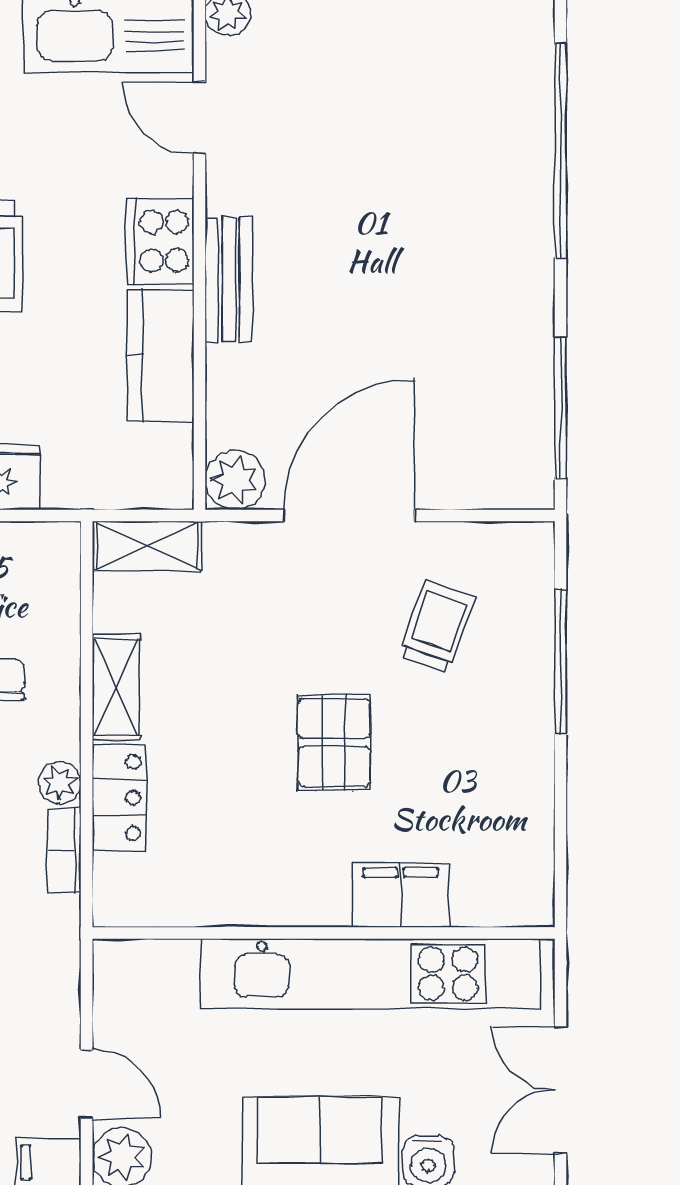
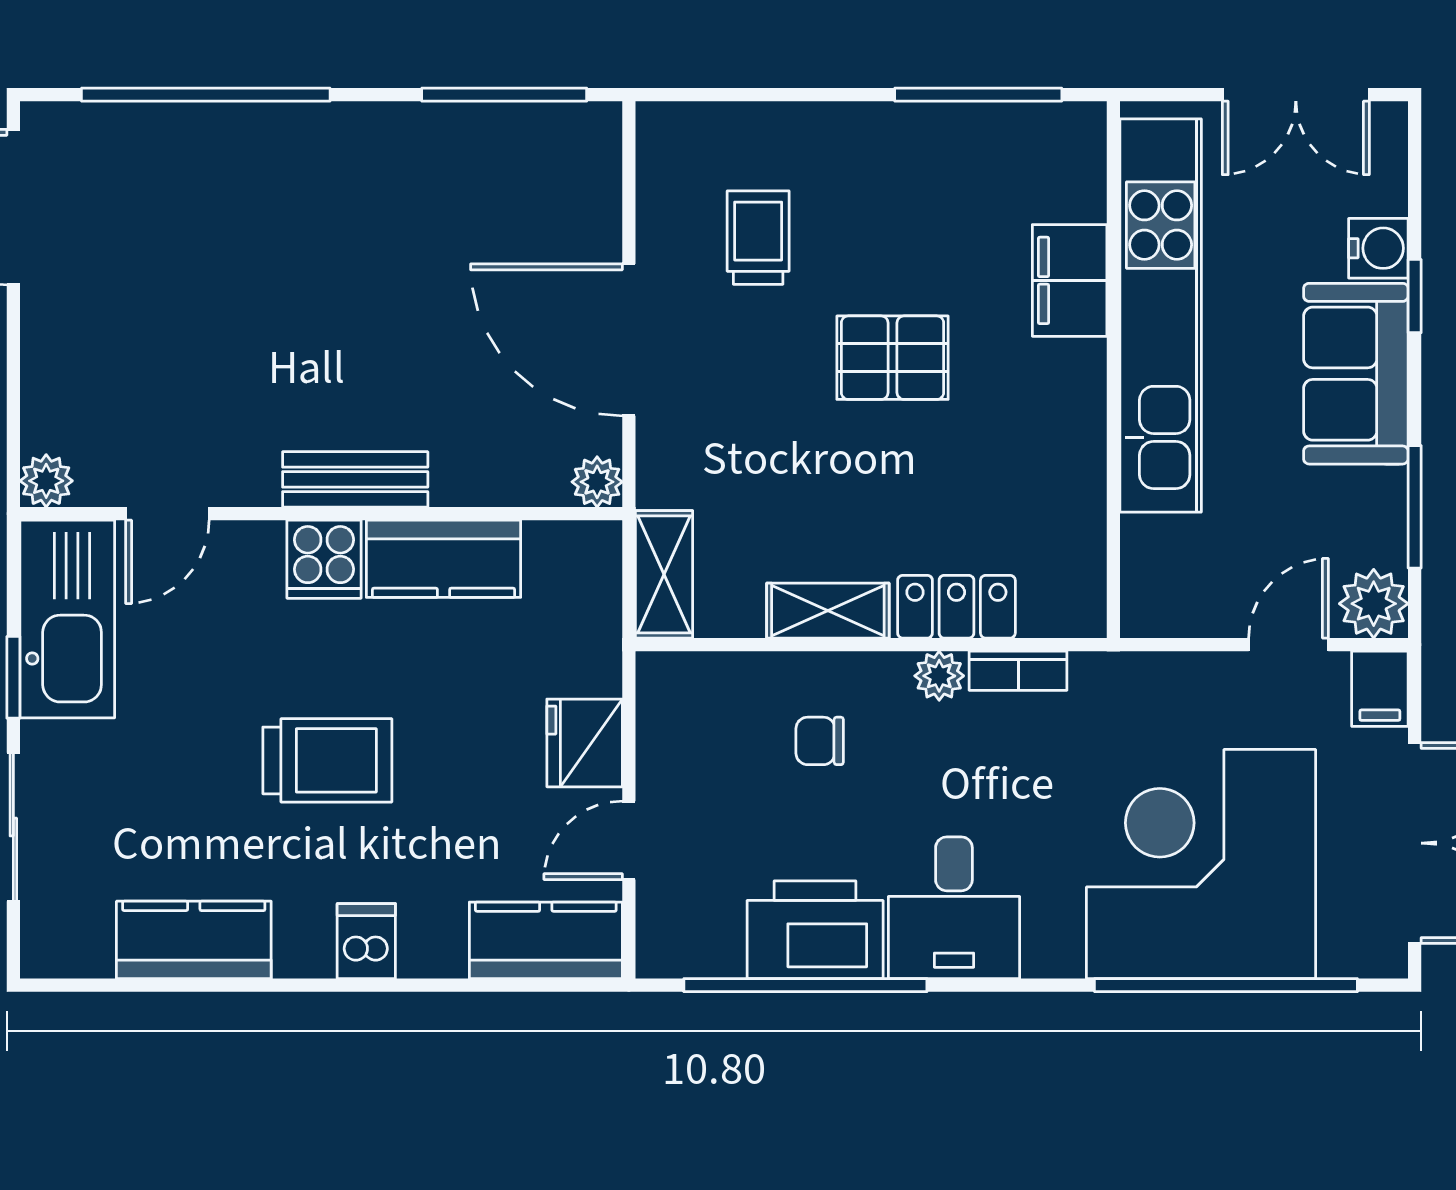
cooker: (160, 241) -> (324, 559), width x0.73
plant: (235, 480) -> (597, 482), width x0.73, depth x0.73
trolley: (437, 627) -> (758, 238), turned 71
window: (561, 662) -> (978, 95), moved

